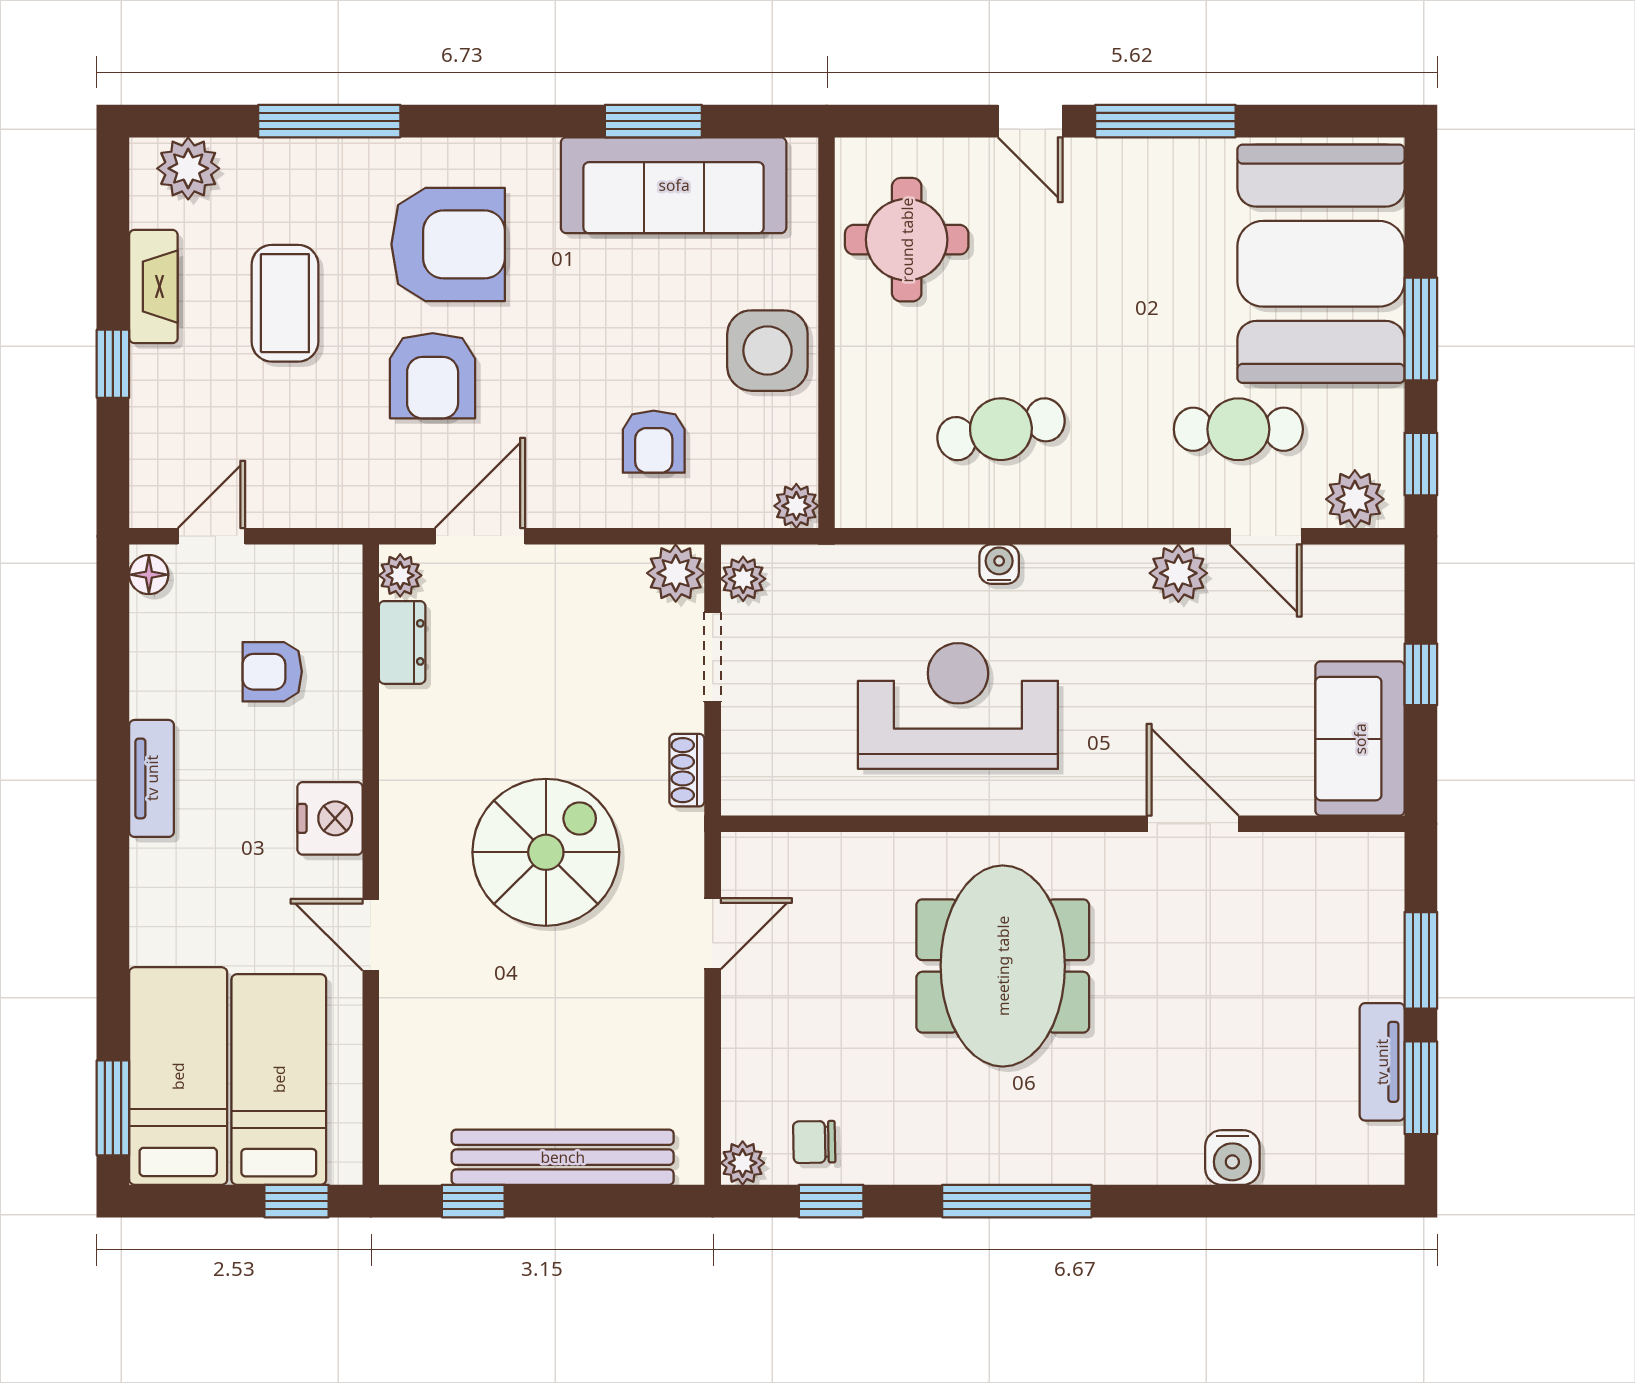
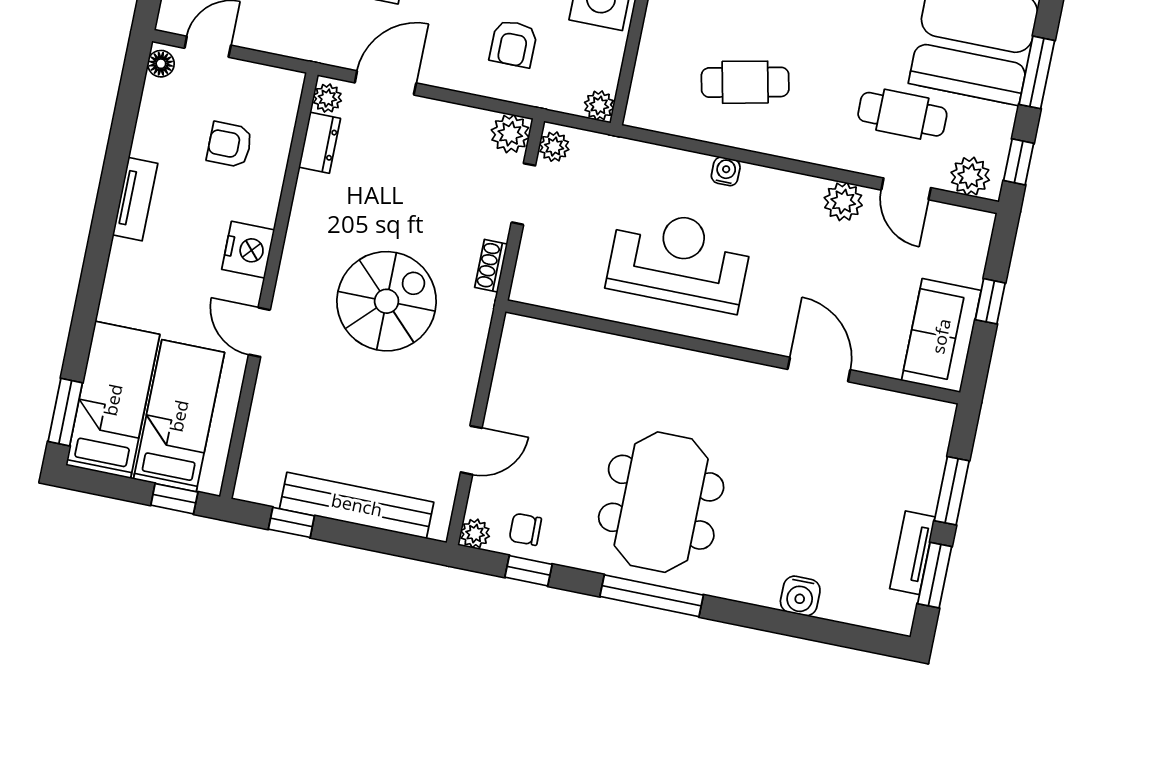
door: (713, 934) -> (471, 450), moved
meeting table: (1003, 966) -> (661, 502), moved

